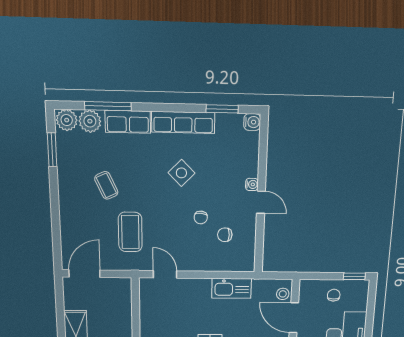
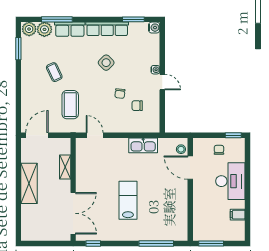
shelving: (125, 316) -> (65, 167), added

